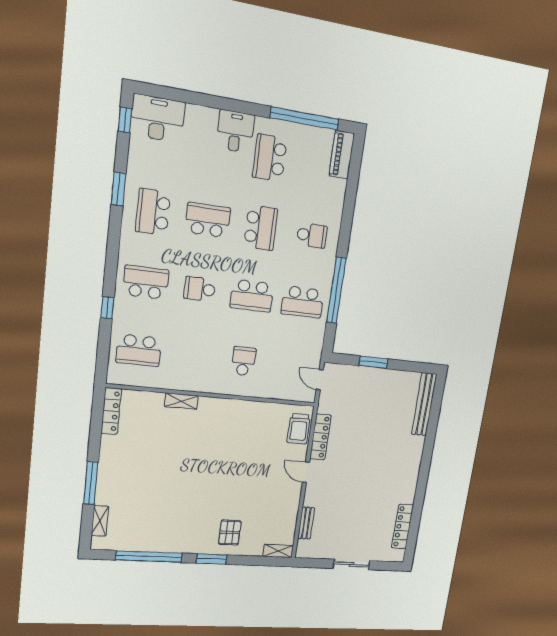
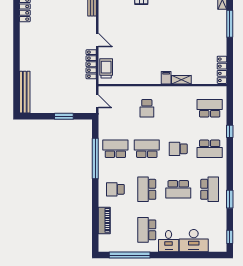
desk: (158, 118) -> (194, 241), moved
piano: (342, 155) -> (104, 220), moved
school desk: (270, 158) -> (147, 230), turned 180
school desk: (200, 289) -> (178, 149), turned 180
filing cabinet: (206, 406) -> (166, 78), added

